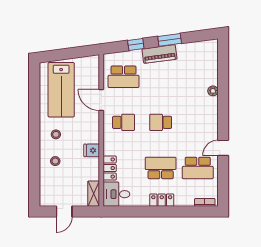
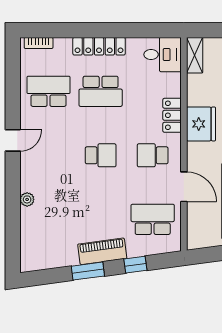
door: (223, 148) -> (13, 140), moved
fridge: (92, 150) -> (201, 124), width x1.88, depth x1.34
locker: (110, 168) -> (172, 115), moved
locker: (162, 200) -> (99, 46), width x1.53

